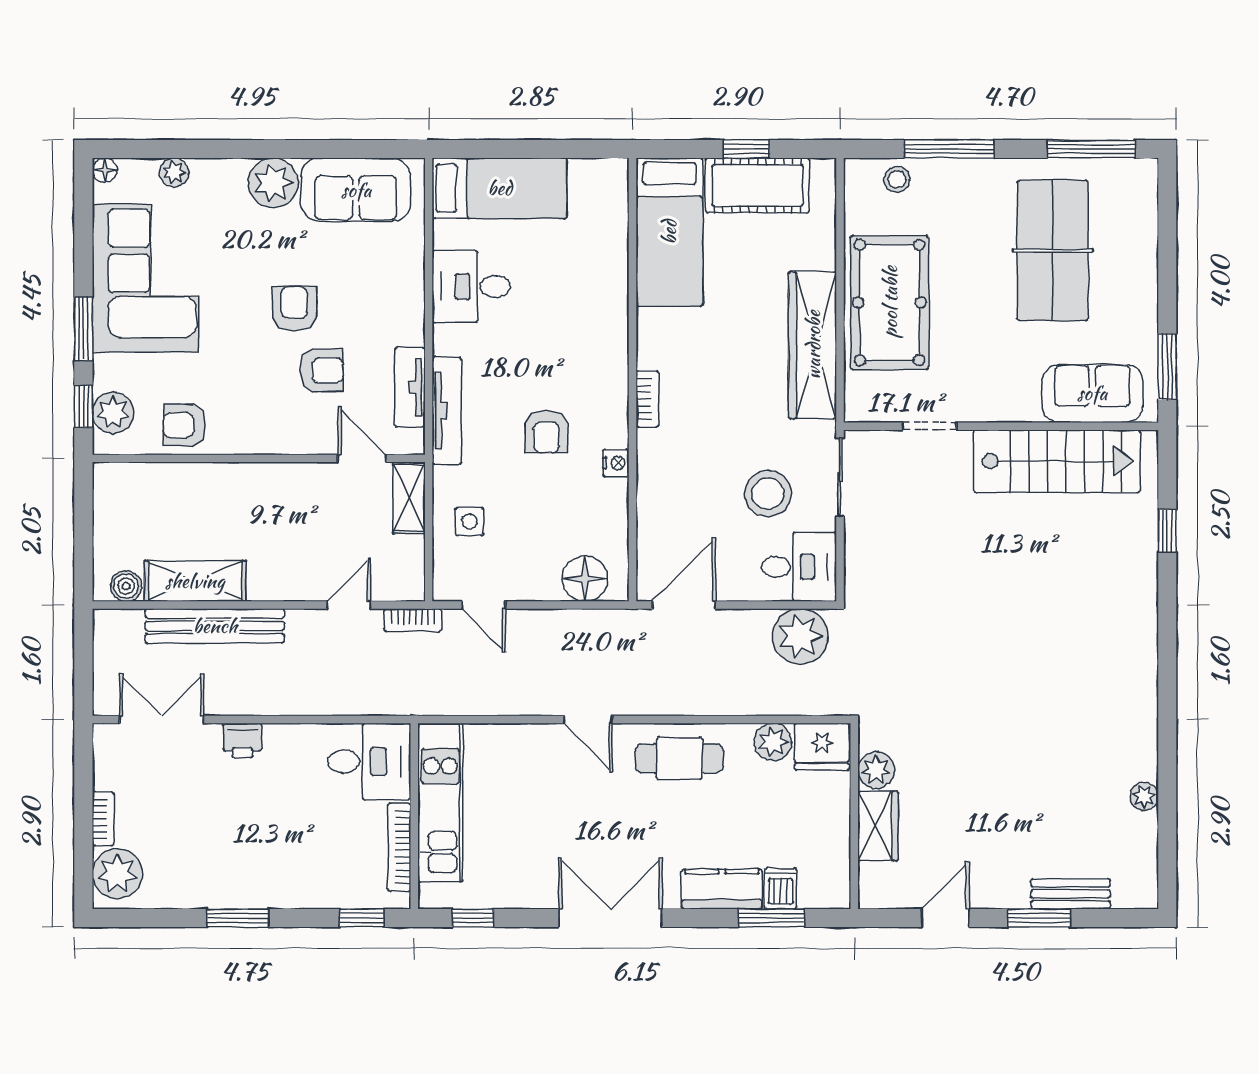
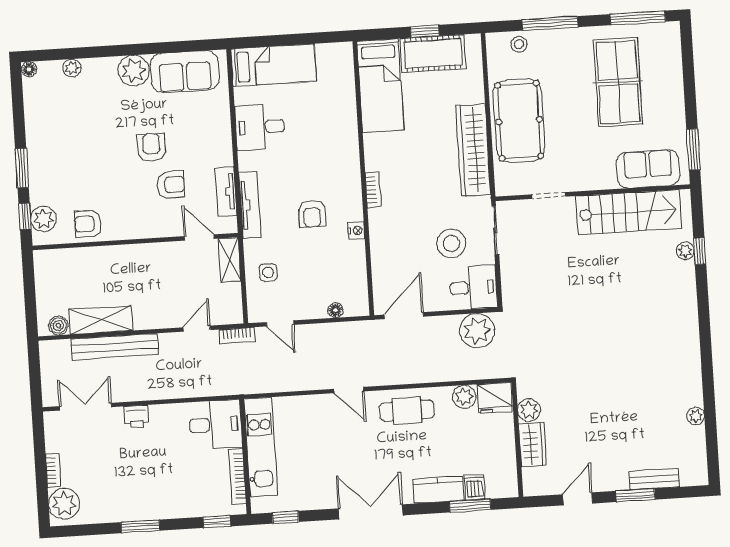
corner sofa: (145, 278) -> (58, 135), removed
plant: (1144, 529) -> (685, 251), added
floor lamp: (585, 579) -> (335, 310), width x0.53, depth x0.53

